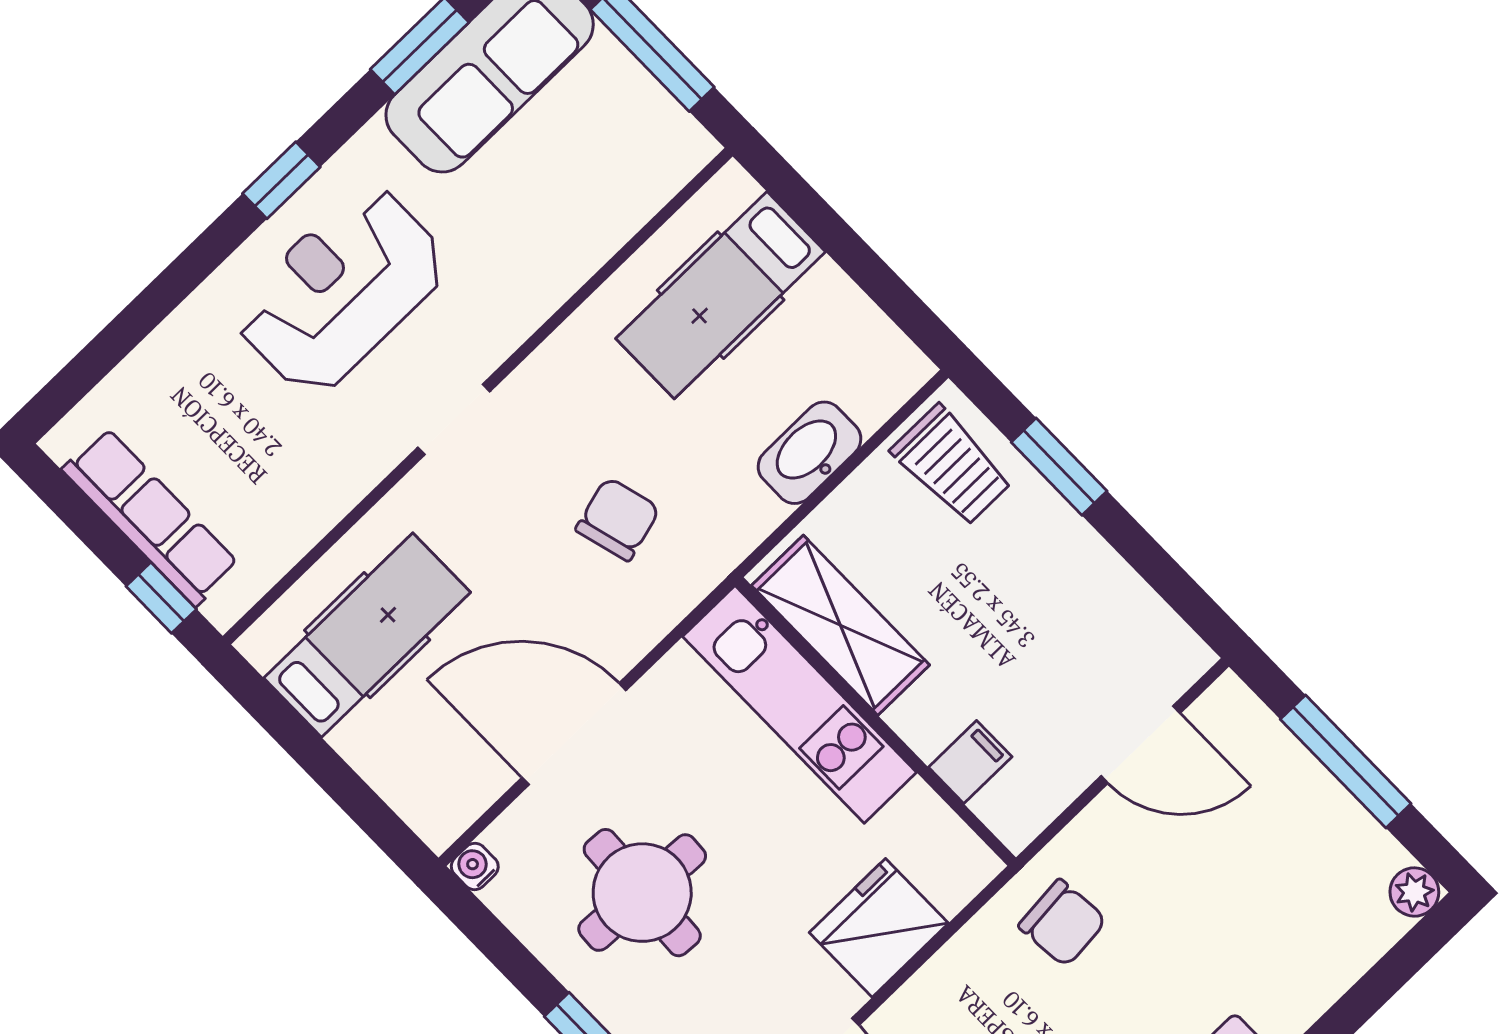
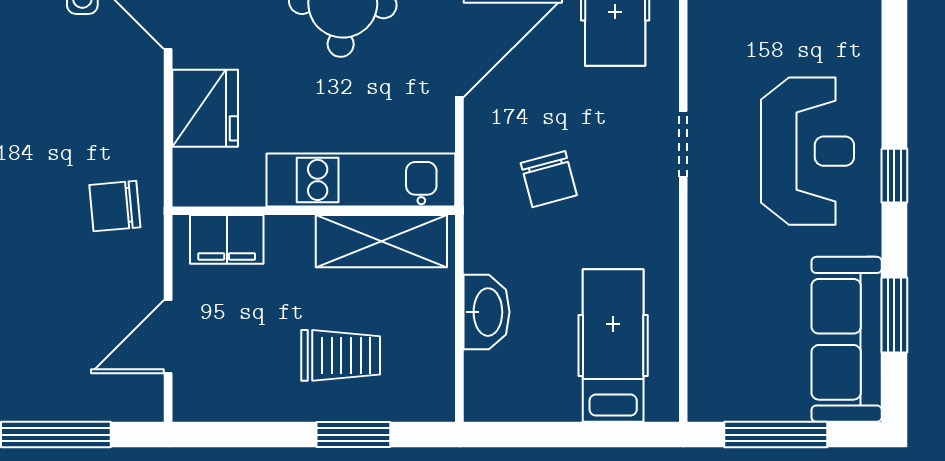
trolley: (952, 465) -> (341, 355), moved, turned 180
filing cabinet: (970, 762) -> (227, 239), width x2.00

